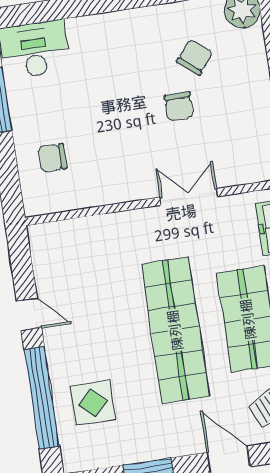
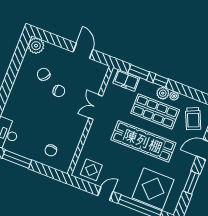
display table: (60, 260) -> (91, 170), added
display table: (93, 403) -> (153, 189), width x1.86, depth x1.86

